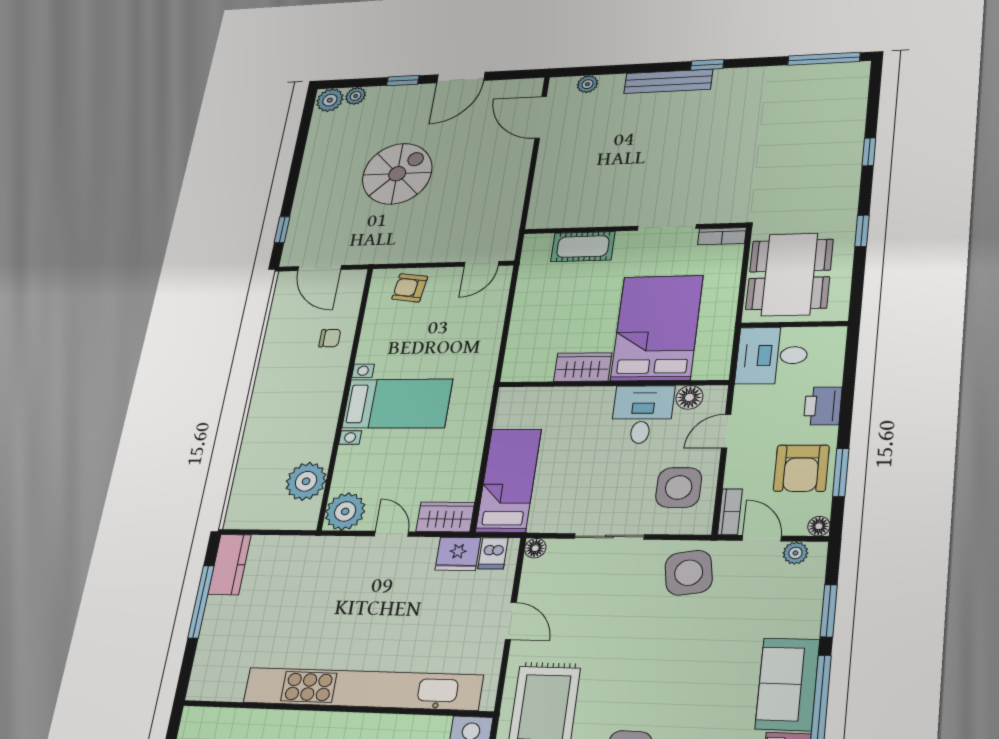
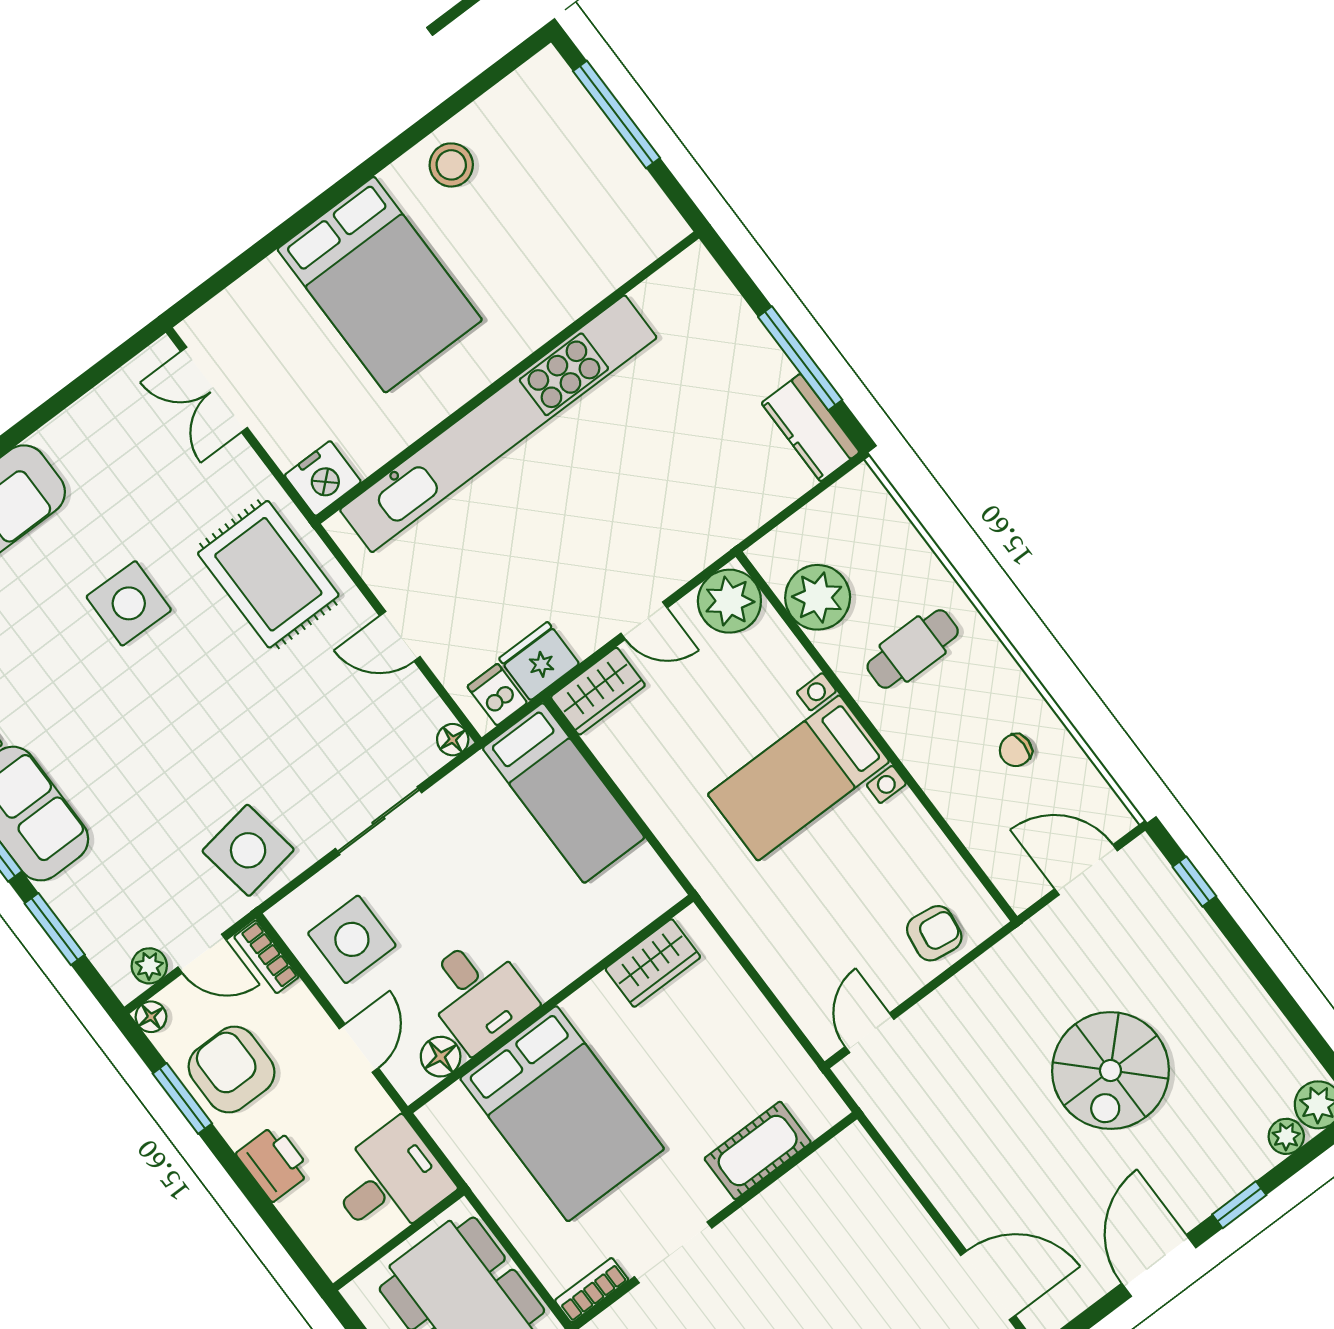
chair: (330, 338) -> (1016, 750), moved
wardrobe: (583, 367) -> (653, 963), moved
cafe table: (291, 424) -> (913, 649), added

